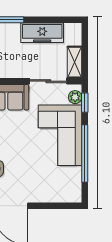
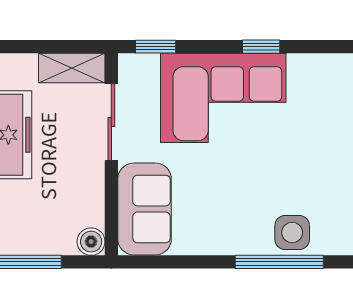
plant: (75, 97) -> (144, 67), removed
window: (85, 154) -> (261, 47), width x0.32

